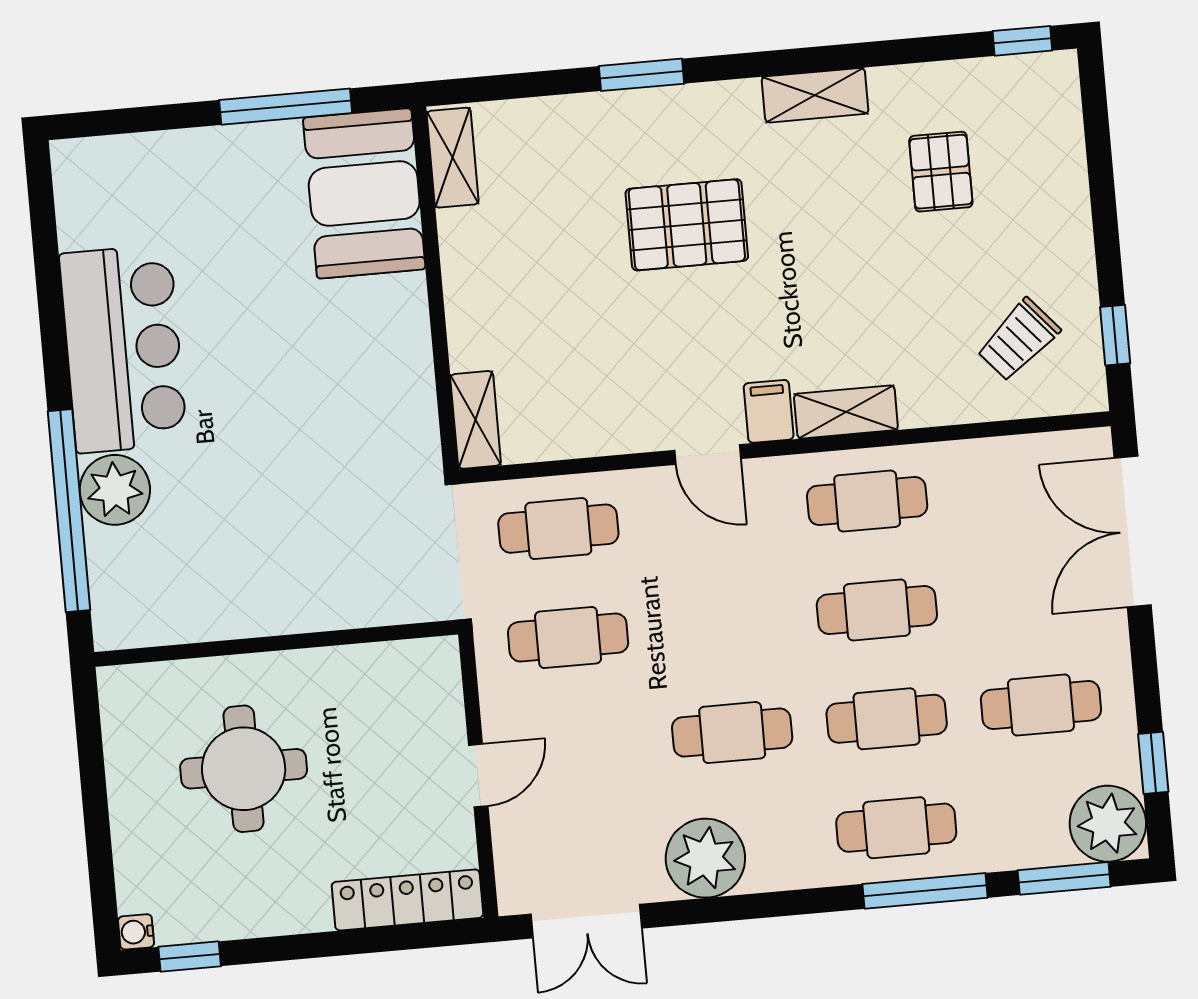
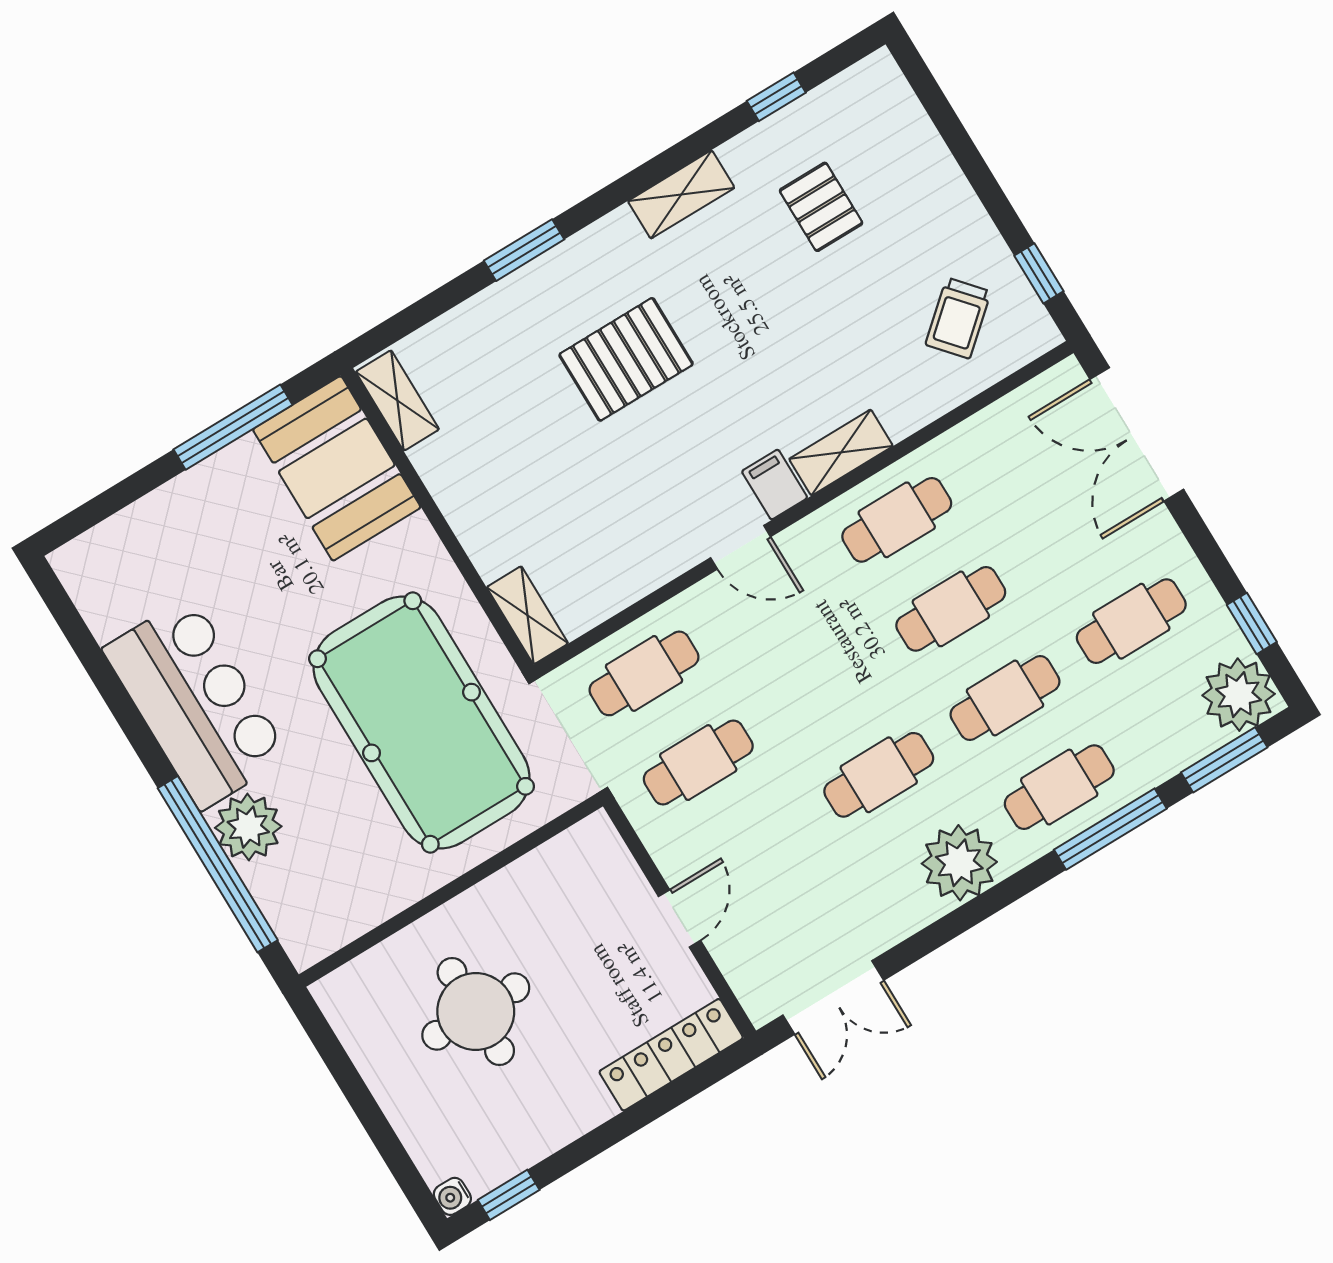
window: (1022, 41) -> (776, 97), moved
pool table: (326, 472) -> (422, 723), added
plant: (705, 858) -> (959, 863), moved

